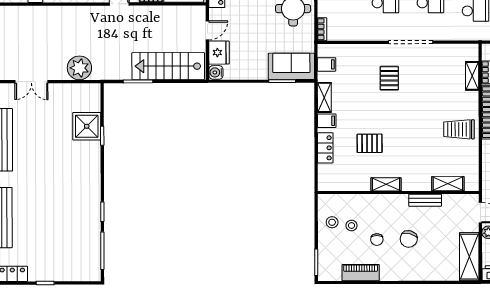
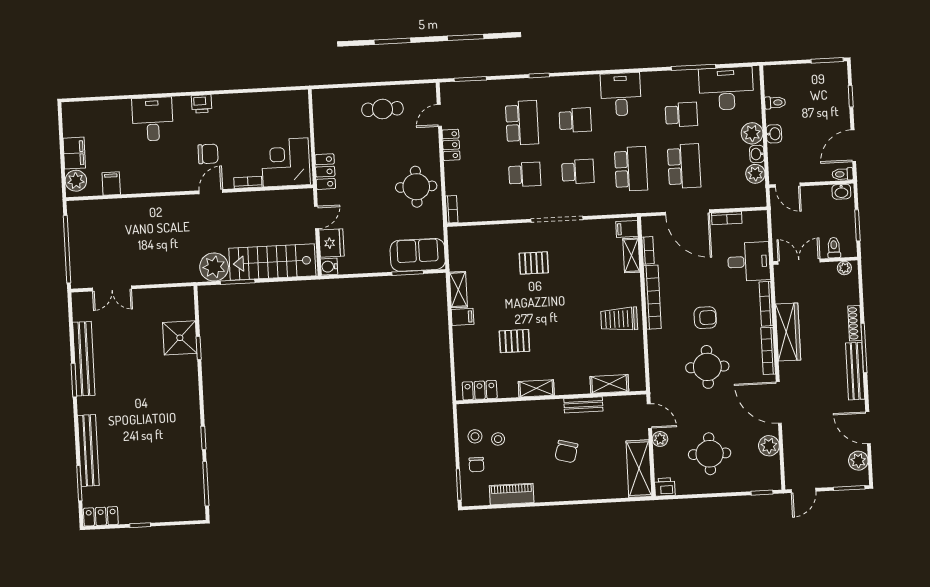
filing cabinet: (327, 64) -> (627, 229), moved, turned 180
plant: (79, 68) -> (214, 267), moved
pallet: (389, 78) -> (534, 263), turned 90
locker: (325, 148) -> (480, 390), moved, turned -90
chair: (377, 240) -> (476, 465), moved

